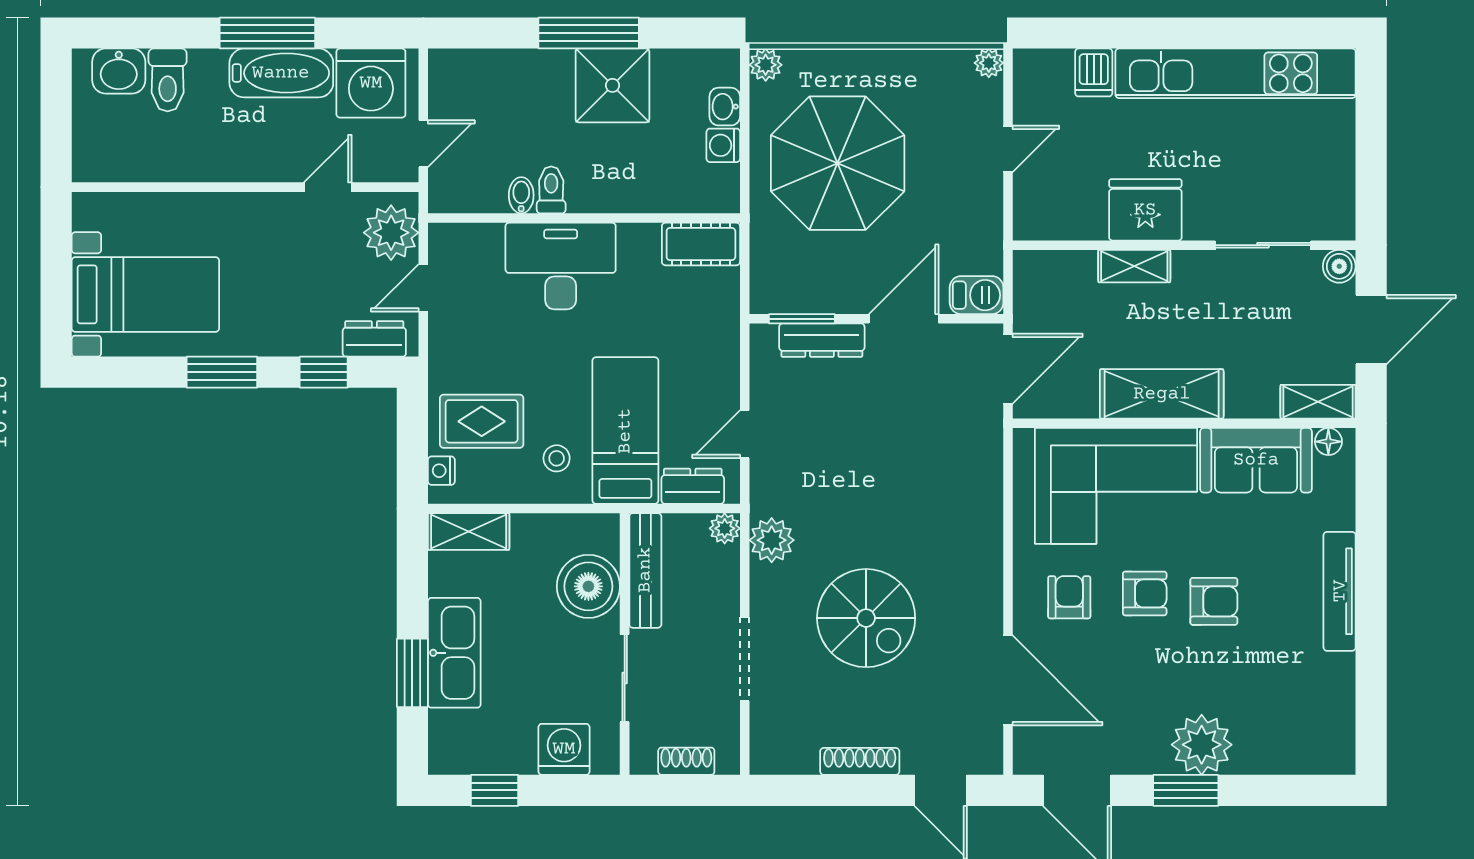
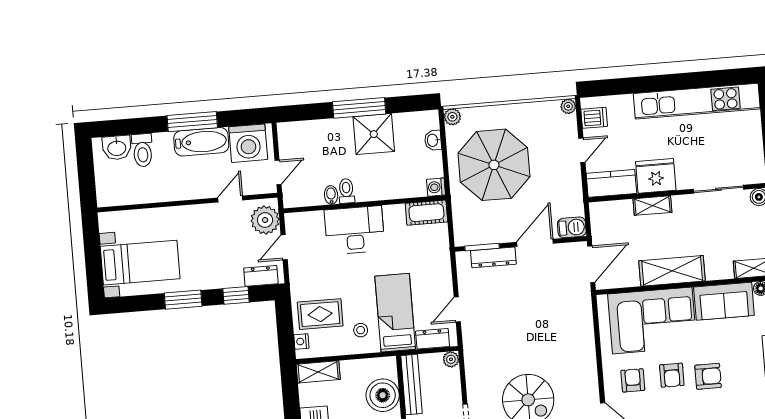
dishwasher: (1094, 72) -> (594, 118), moved, turned -90
washing machine: (723, 145) -> (436, 187), moved
kitchen counter: (1059, 217) -> (611, 183), added
plant: (772, 540) -> (476, 363), removed
armchair: (1145, 593) -> (672, 375), turned 90

